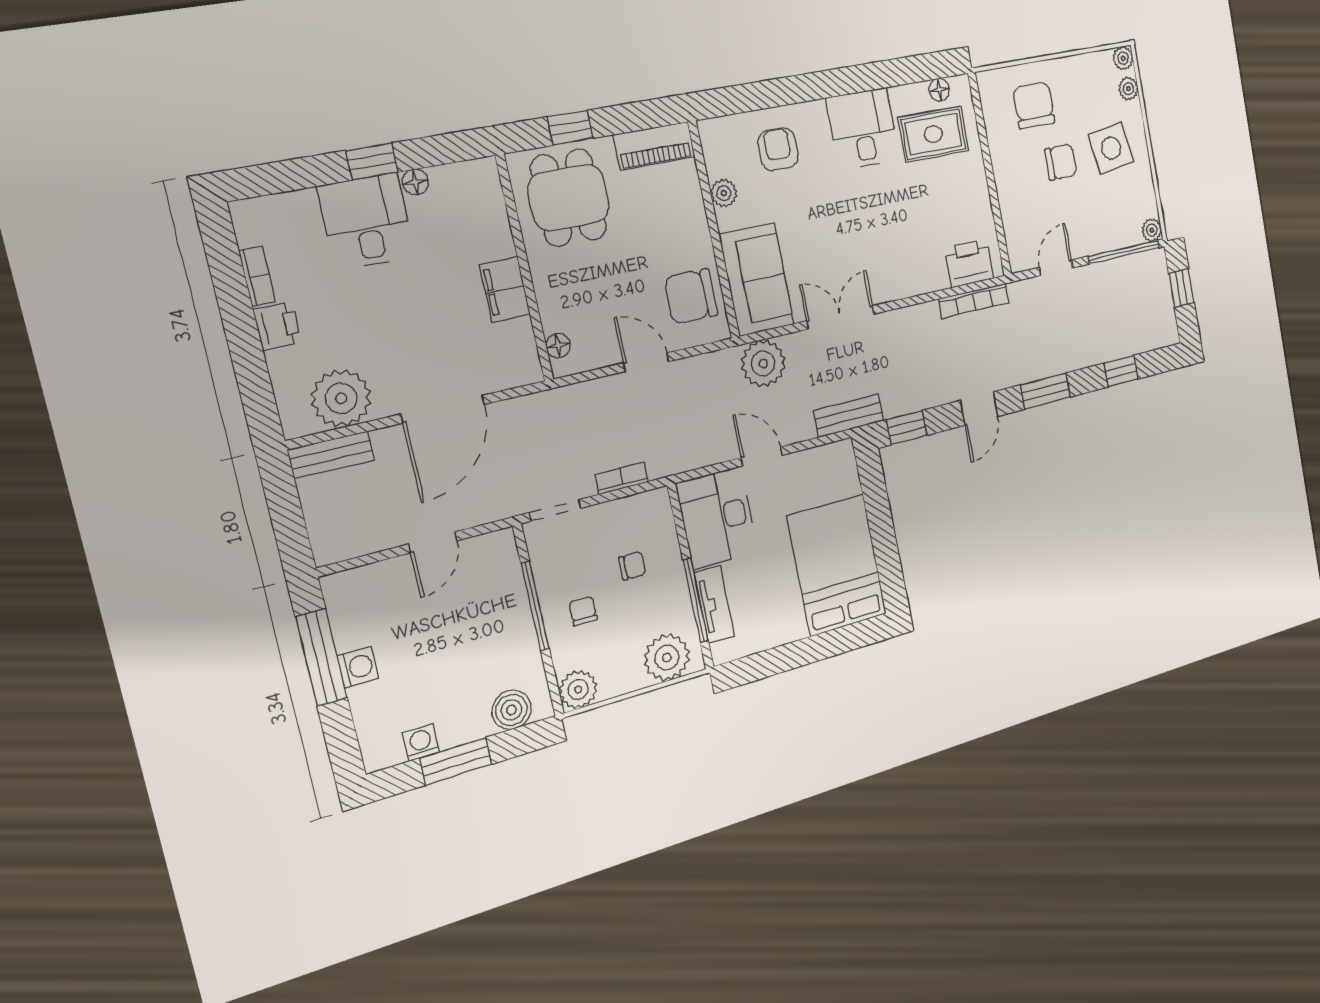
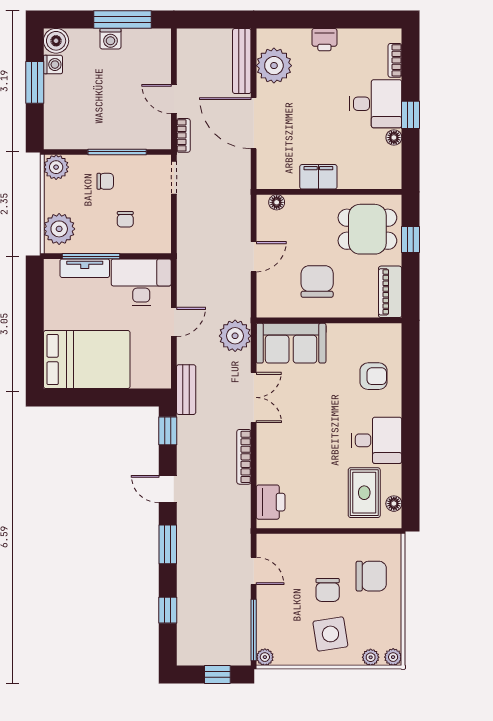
plant: (724, 193) -> (352, 332), removed
bookcase: (257, 276) -> (395, 60), moved, turned 90
chair: (691, 296) -> (317, 282), moved
bookcase: (974, 301) -> (244, 457), moved
bench: (331, 455) -> (242, 61), width x1.36
bookcase: (622, 478) -> (183, 135), moved
boiler: (511, 710) -> (56, 41), moved

